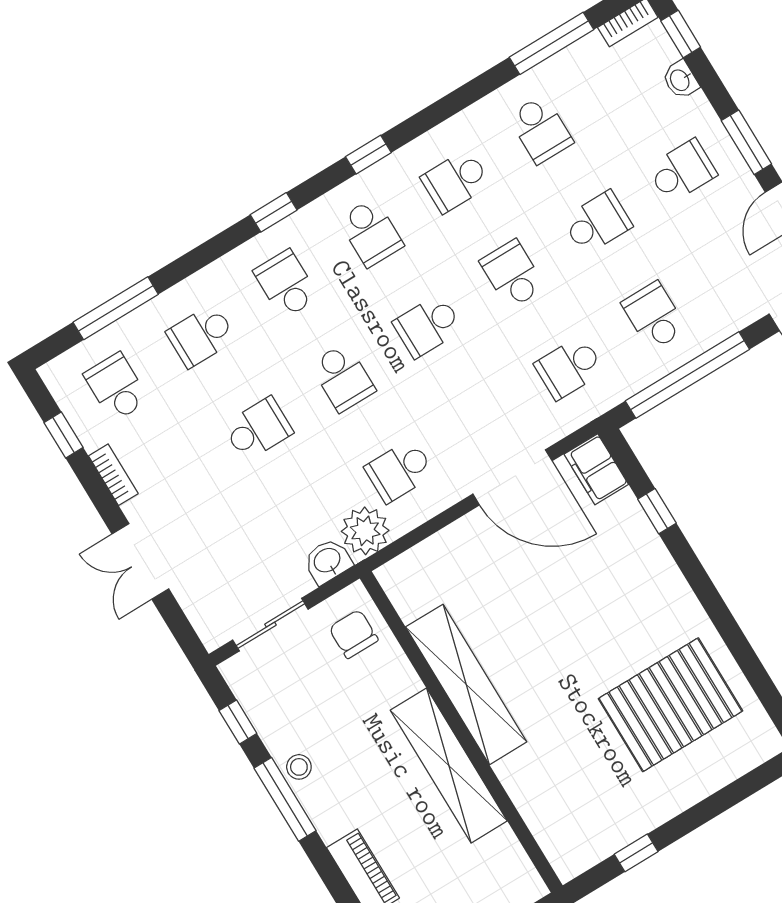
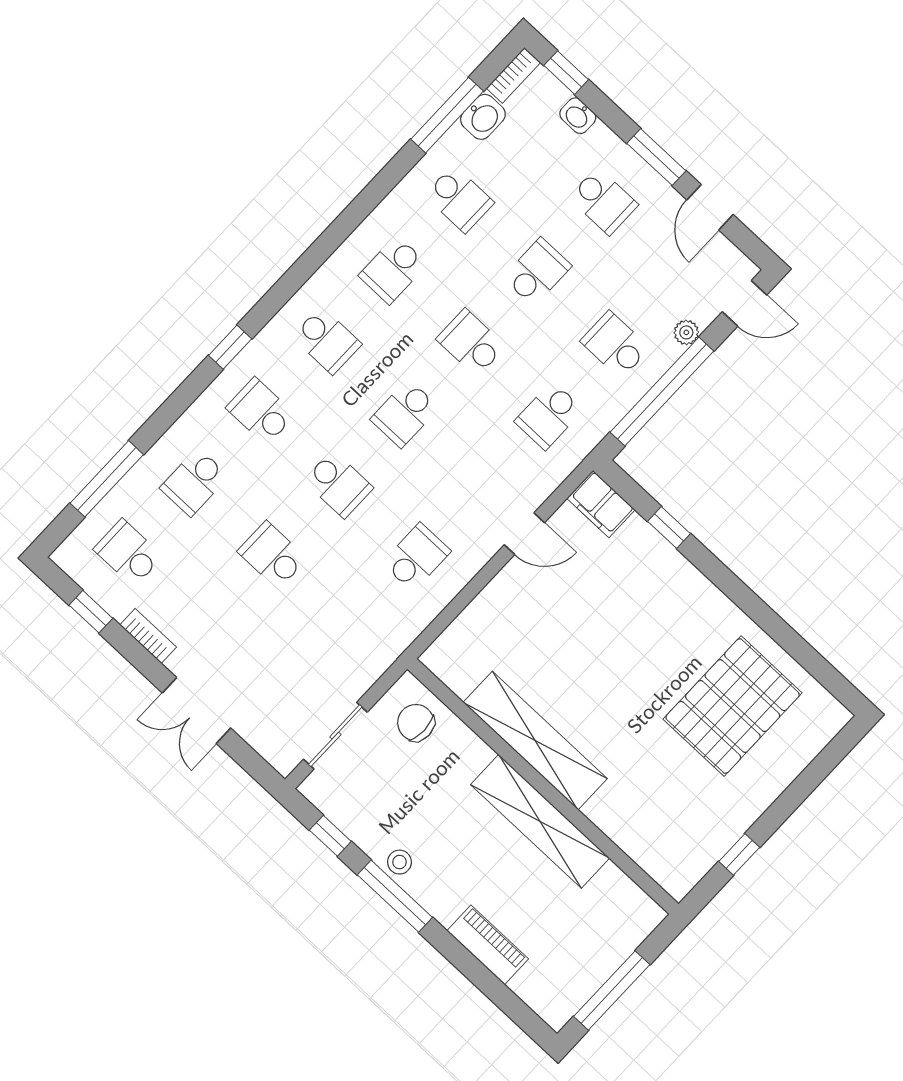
window: (368, 155) -> (304, 268), removed
school desk: (682, 171) -> (603, 201), turned 90
school desk: (258, 429) -> (272, 555), turned -90
school desk: (400, 471) -> (416, 557), turned 180
door: (512, 477) -> (524, 534), width x0.53
plant: (365, 531) -> (686, 332), moved, width x0.53, depth x0.53
washbasin: (328, 561) -> (483, 117), moved, turned 180

